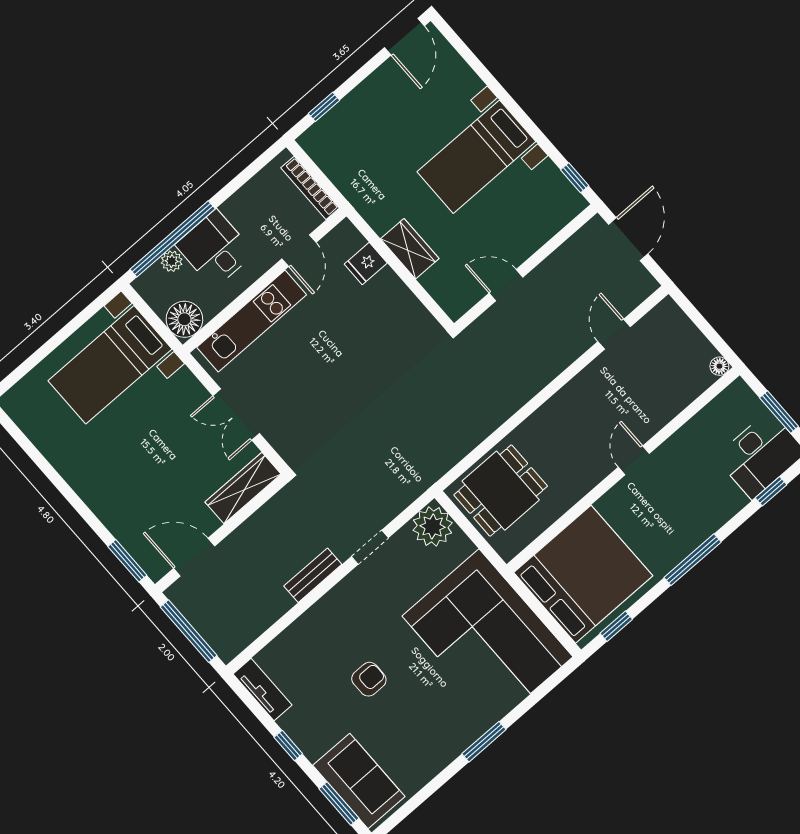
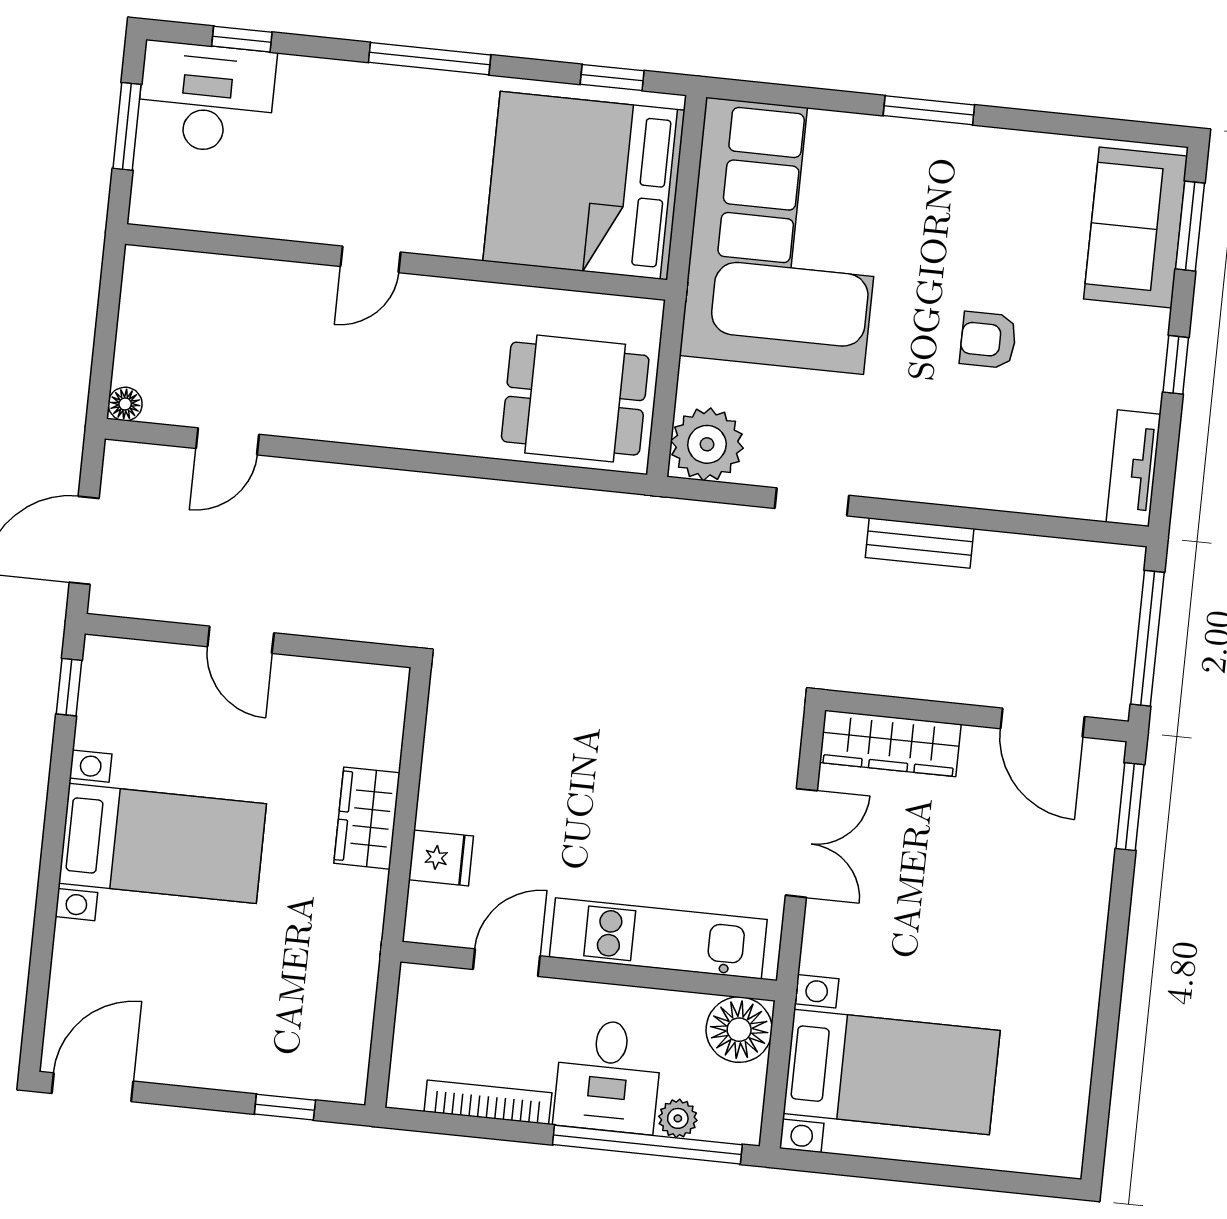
bookcase: (310, 188) -> (488, 1102), moved, turned -90
door: (506, 285) -> (241, 640), moved
floor lamp: (719, 366) -> (125, 404), moved

